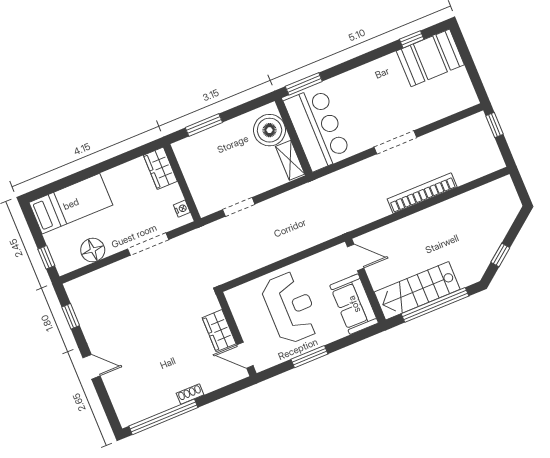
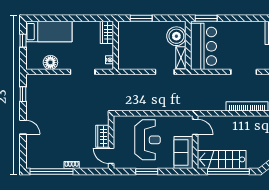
doorway: (239, 207) -> (165, 72), moved
window: (46, 257) -> (23, 41), moved

